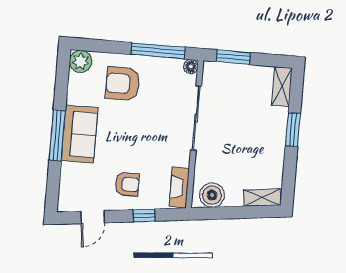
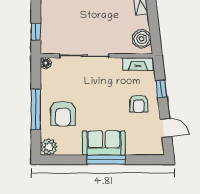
window: (158, 51) -> (36, 109), moved
window: (233, 57) -> (36, 32), width x0.67
armchair: (127, 184) -> (139, 104), turned 180

